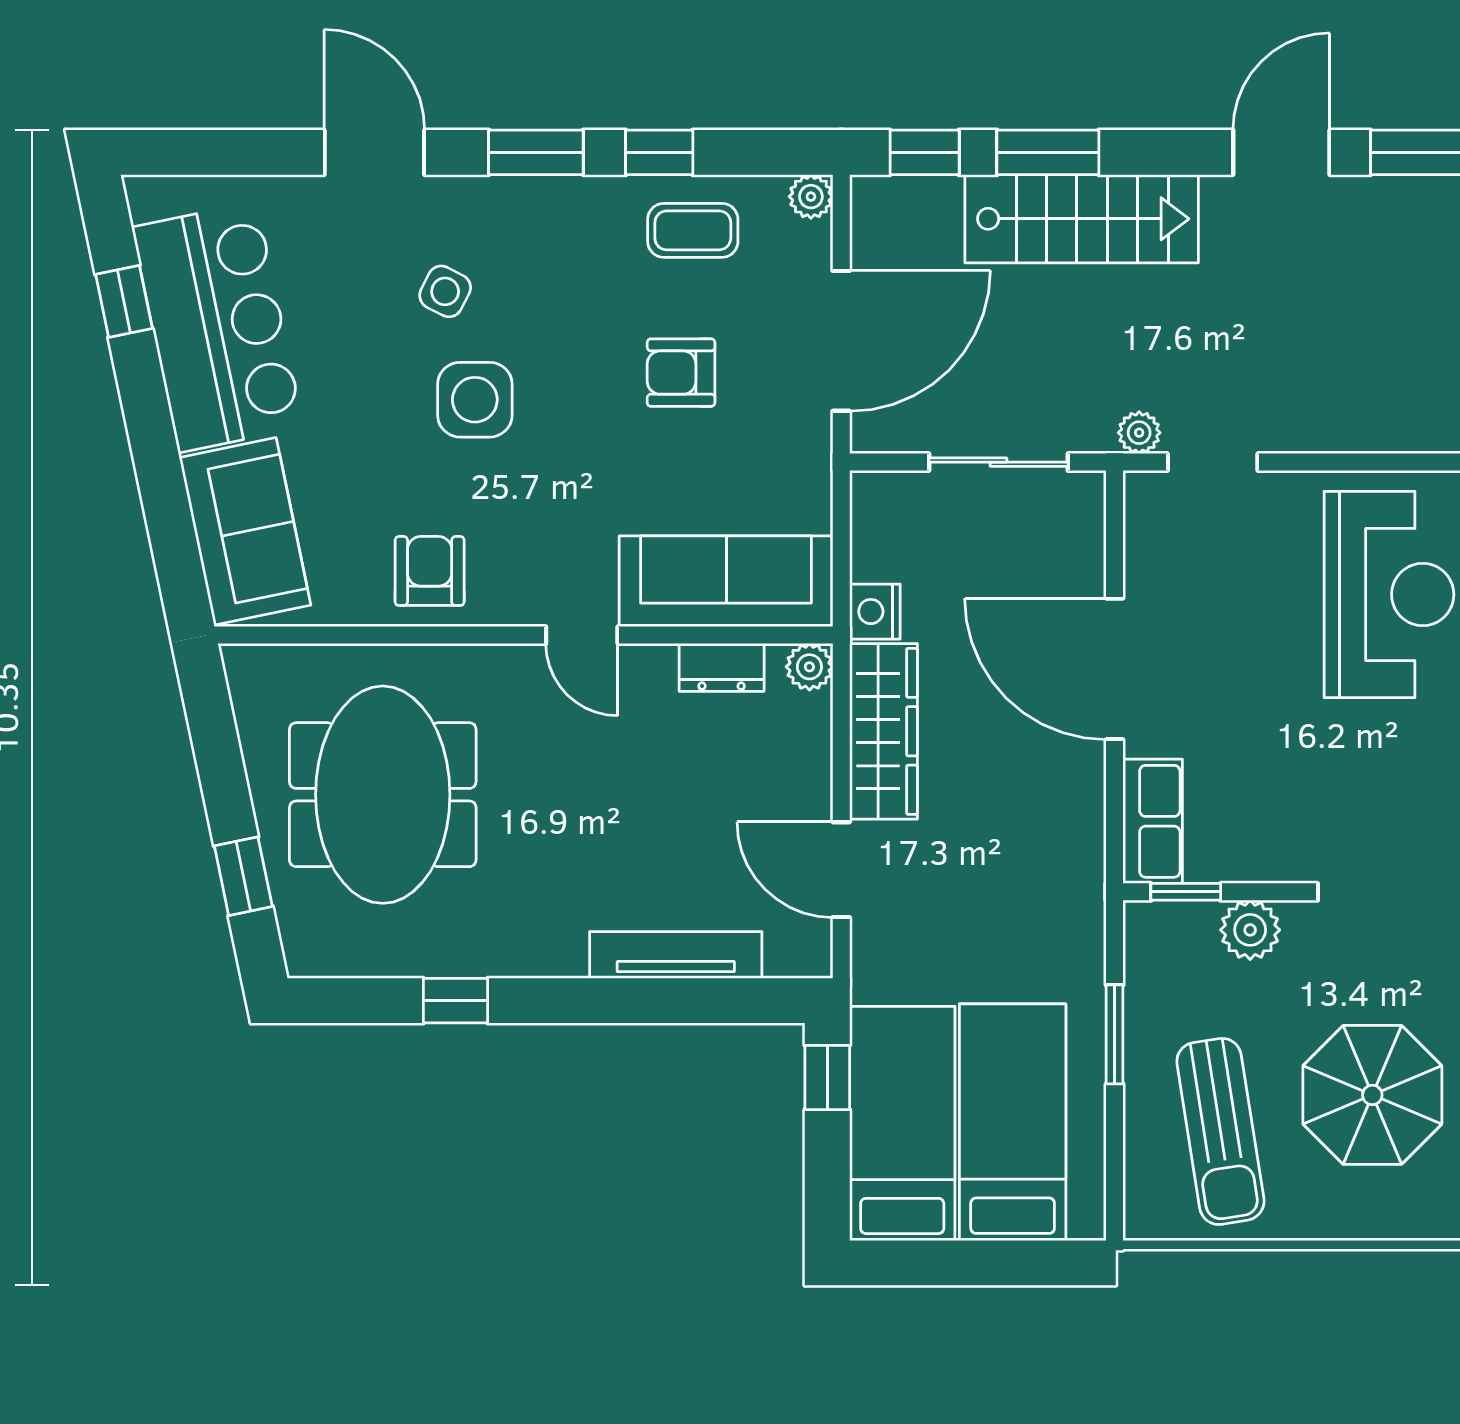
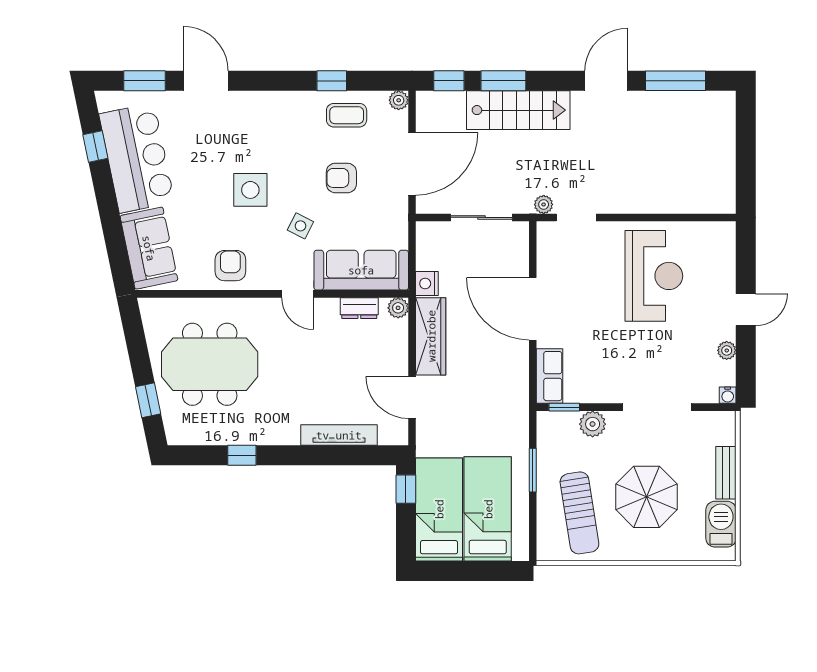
window: (536, 152) -> (144, 81), moved
side table: (445, 291) -> (300, 226), moved
meeting table: (383, 795) -> (210, 364), turned 90

